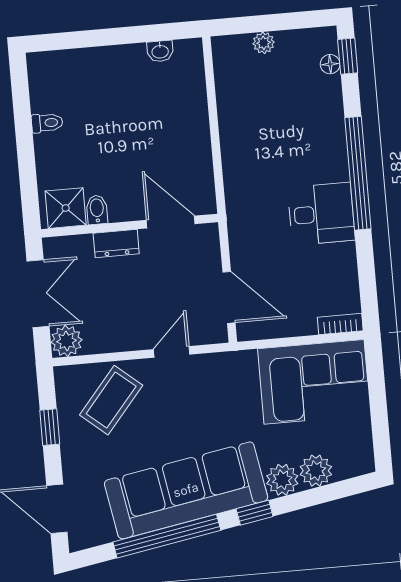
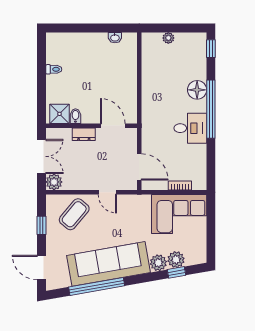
floor lamp: (330, 64) -> (197, 90), moved, width x1.89, depth x1.89
bookcase: (340, 324) -> (180, 186), moved
door: (172, 352) -> (107, 192), swing flipped
window: (255, 513) -> (176, 272), moved

